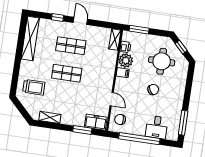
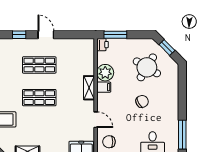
shelving: (115, 40) -> (89, 88), moved
printer: (125, 47) -> (103, 45), moved
round table: (162, 61) -> (147, 67), turned 31

